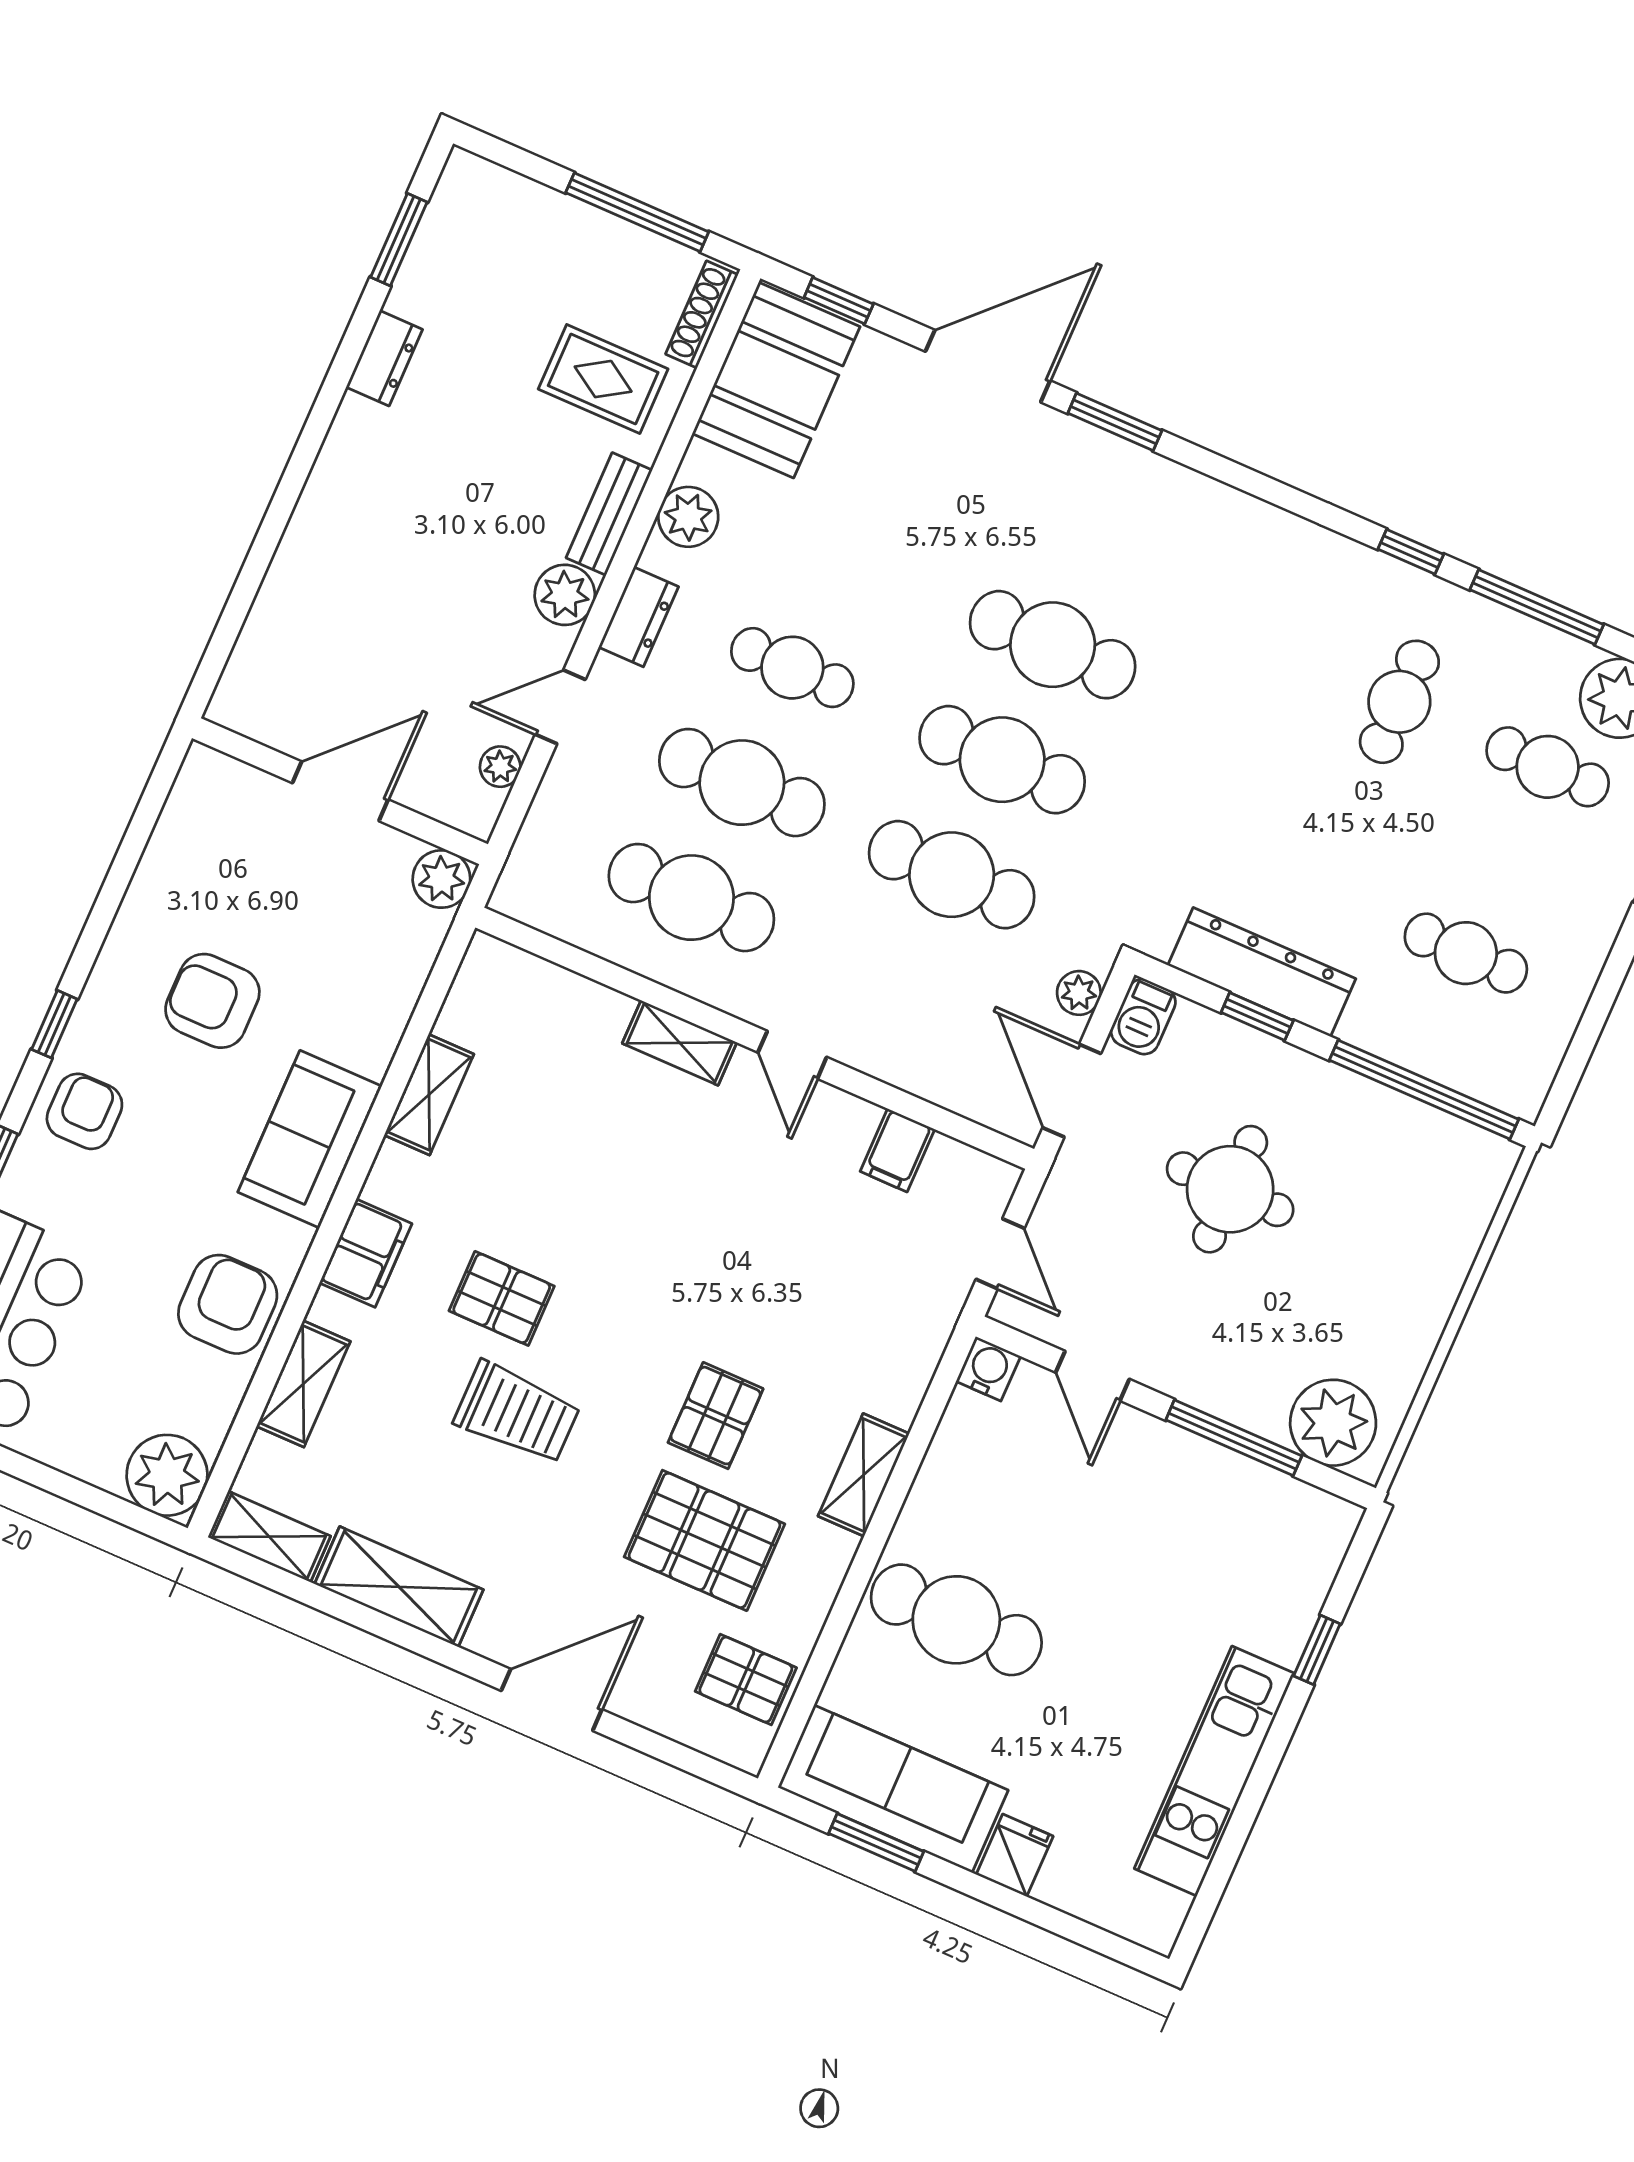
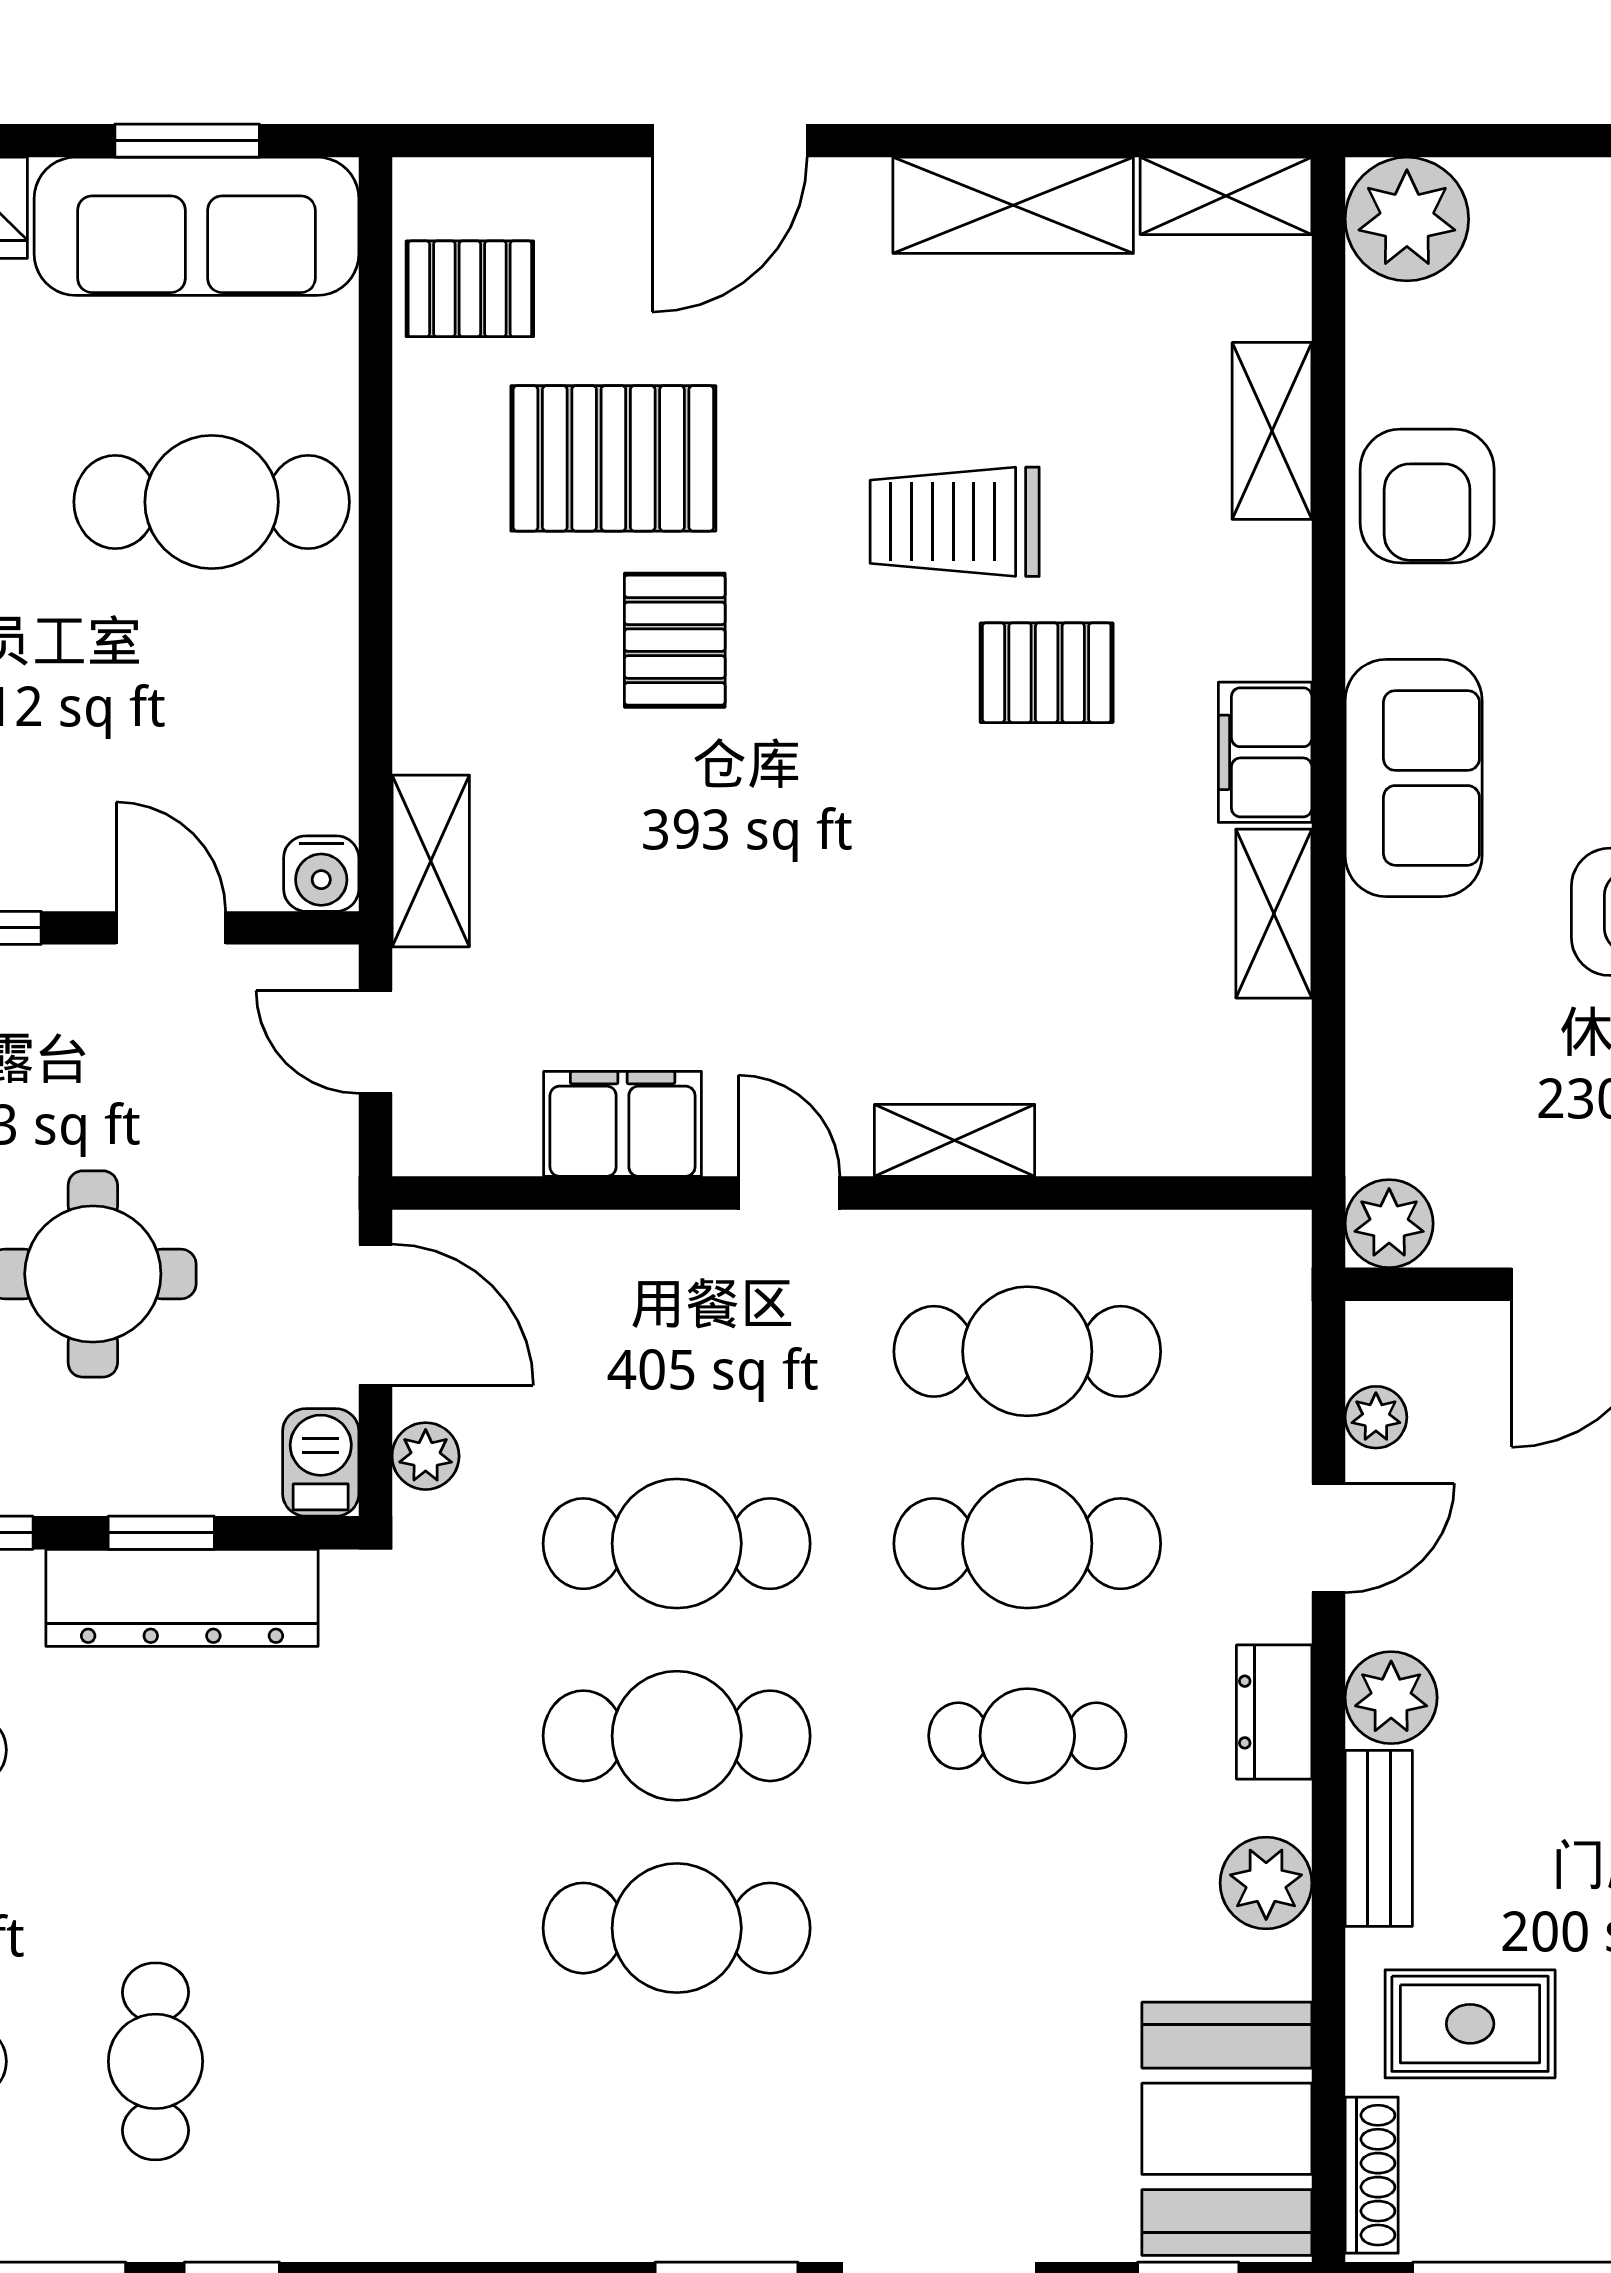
filing cabinet: (897, 1150) -> (623, 1124), width x2.00
filing cabinet: (366, 1253) -> (1265, 752), moved
shelving: (864, 1475) -> (431, 861), moved

